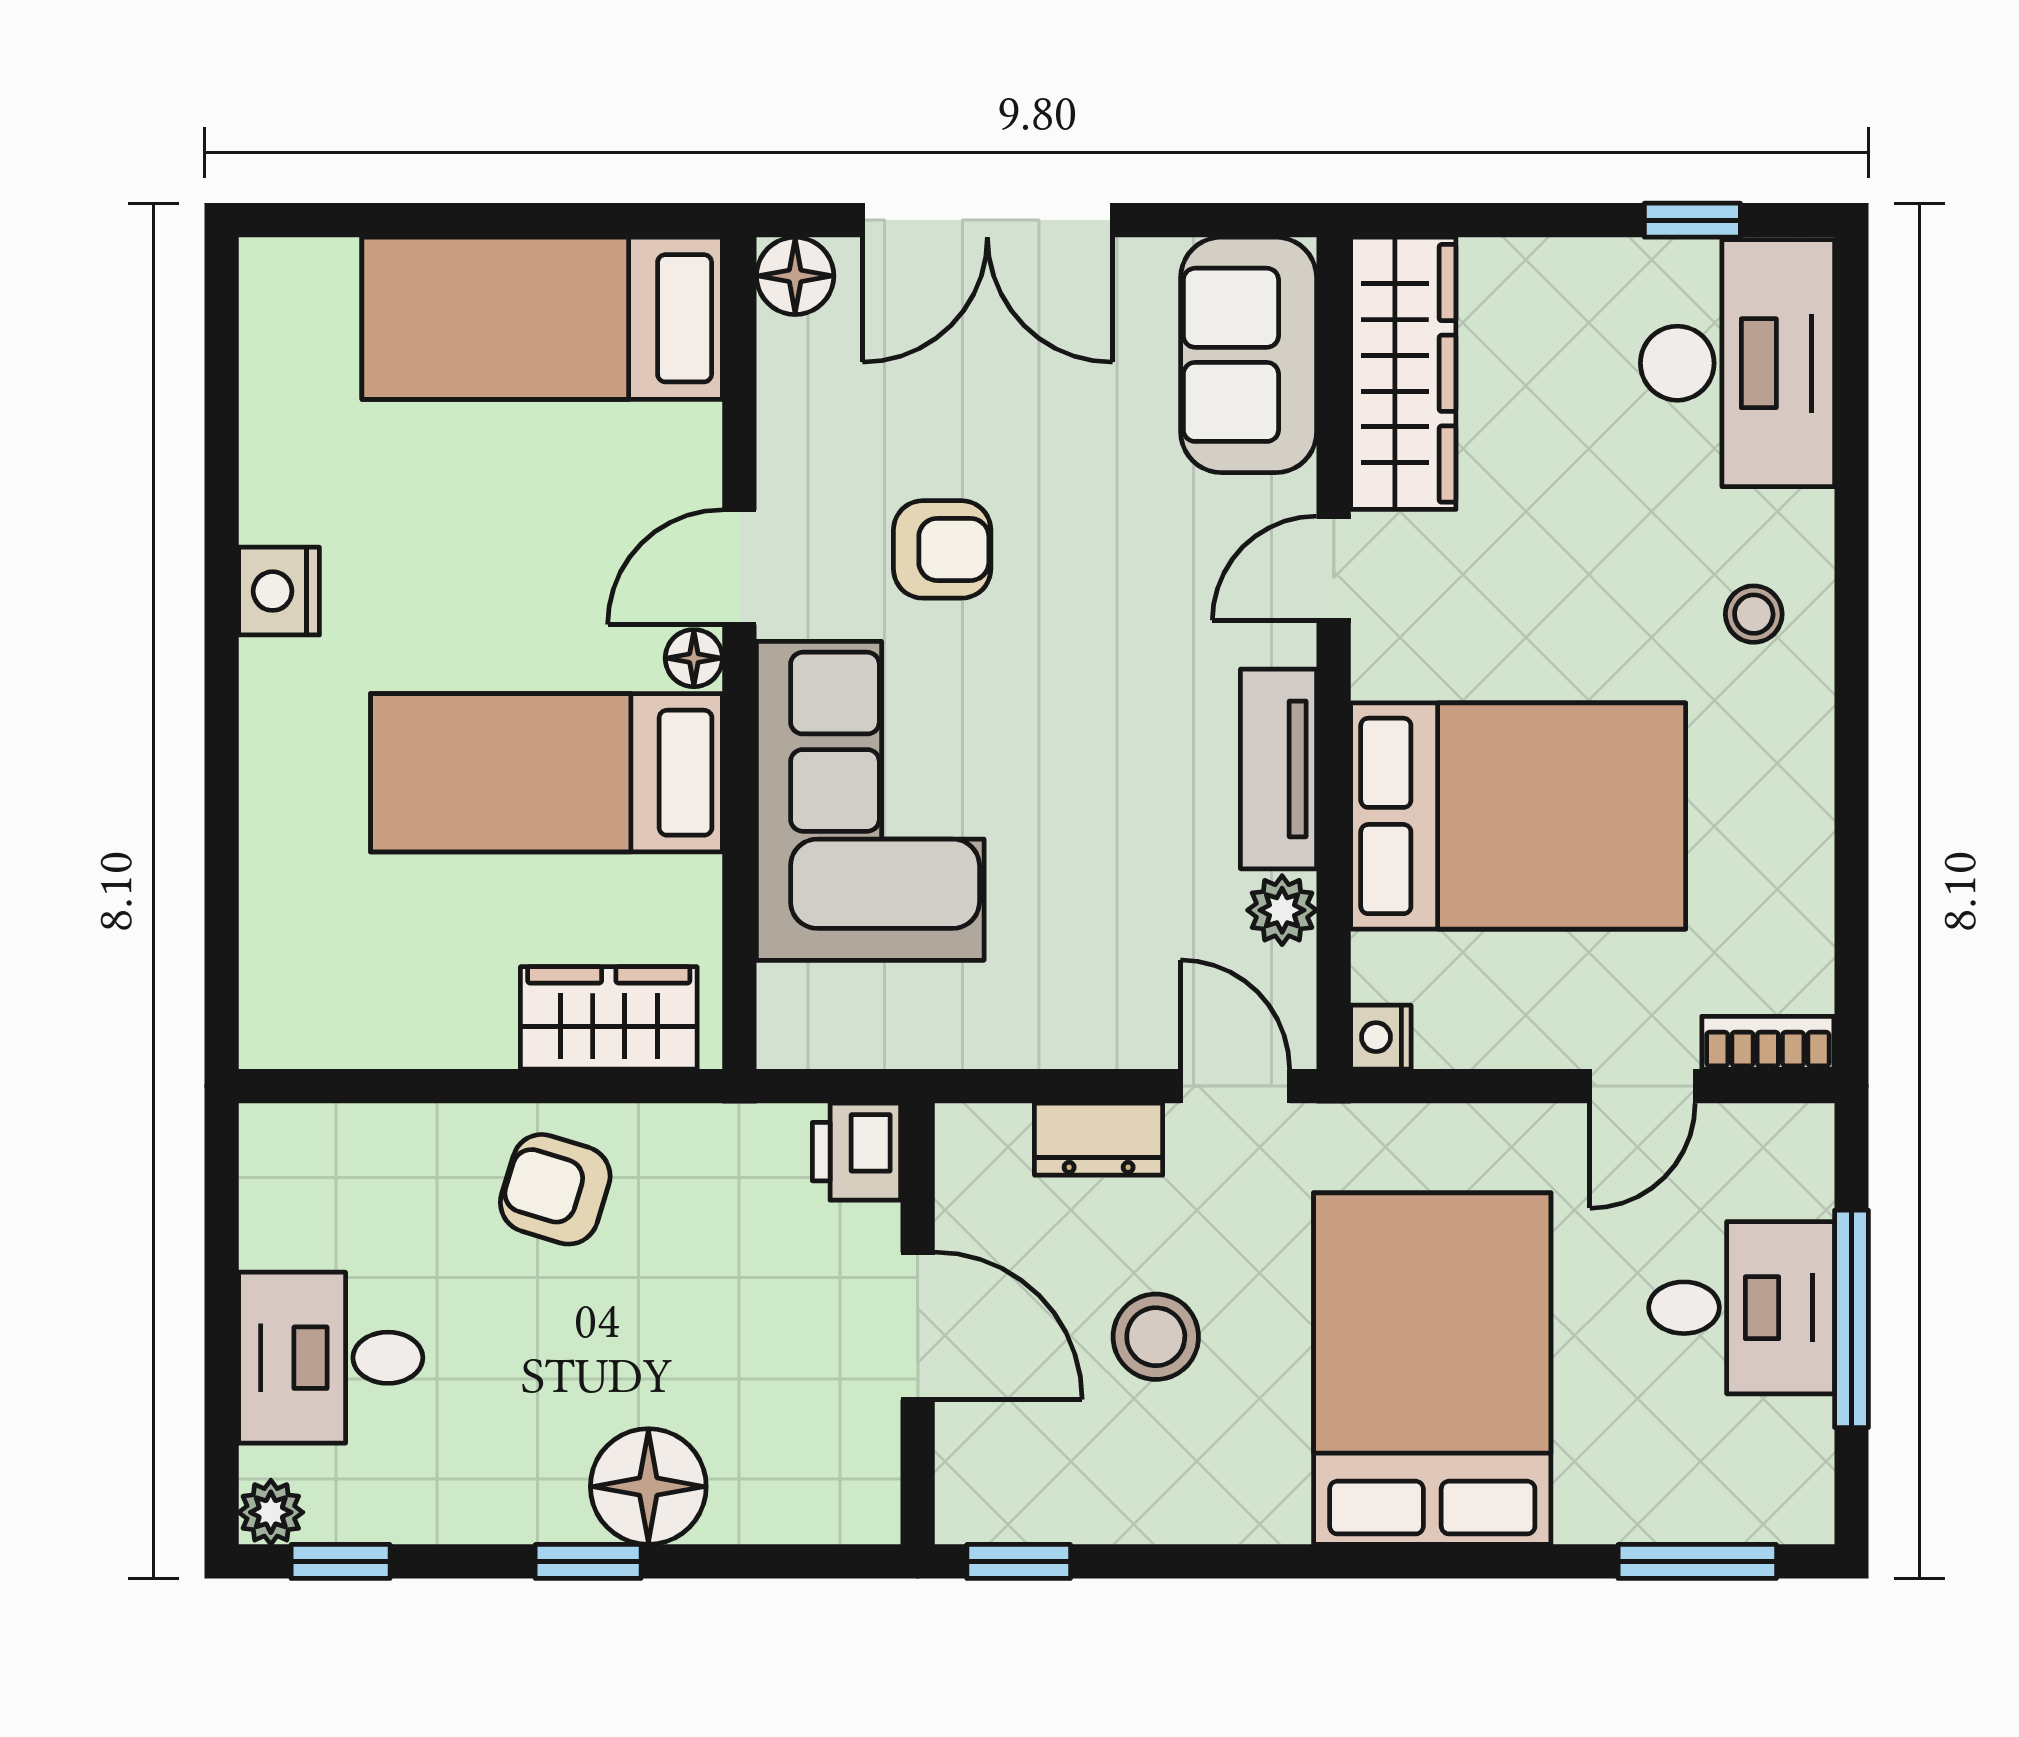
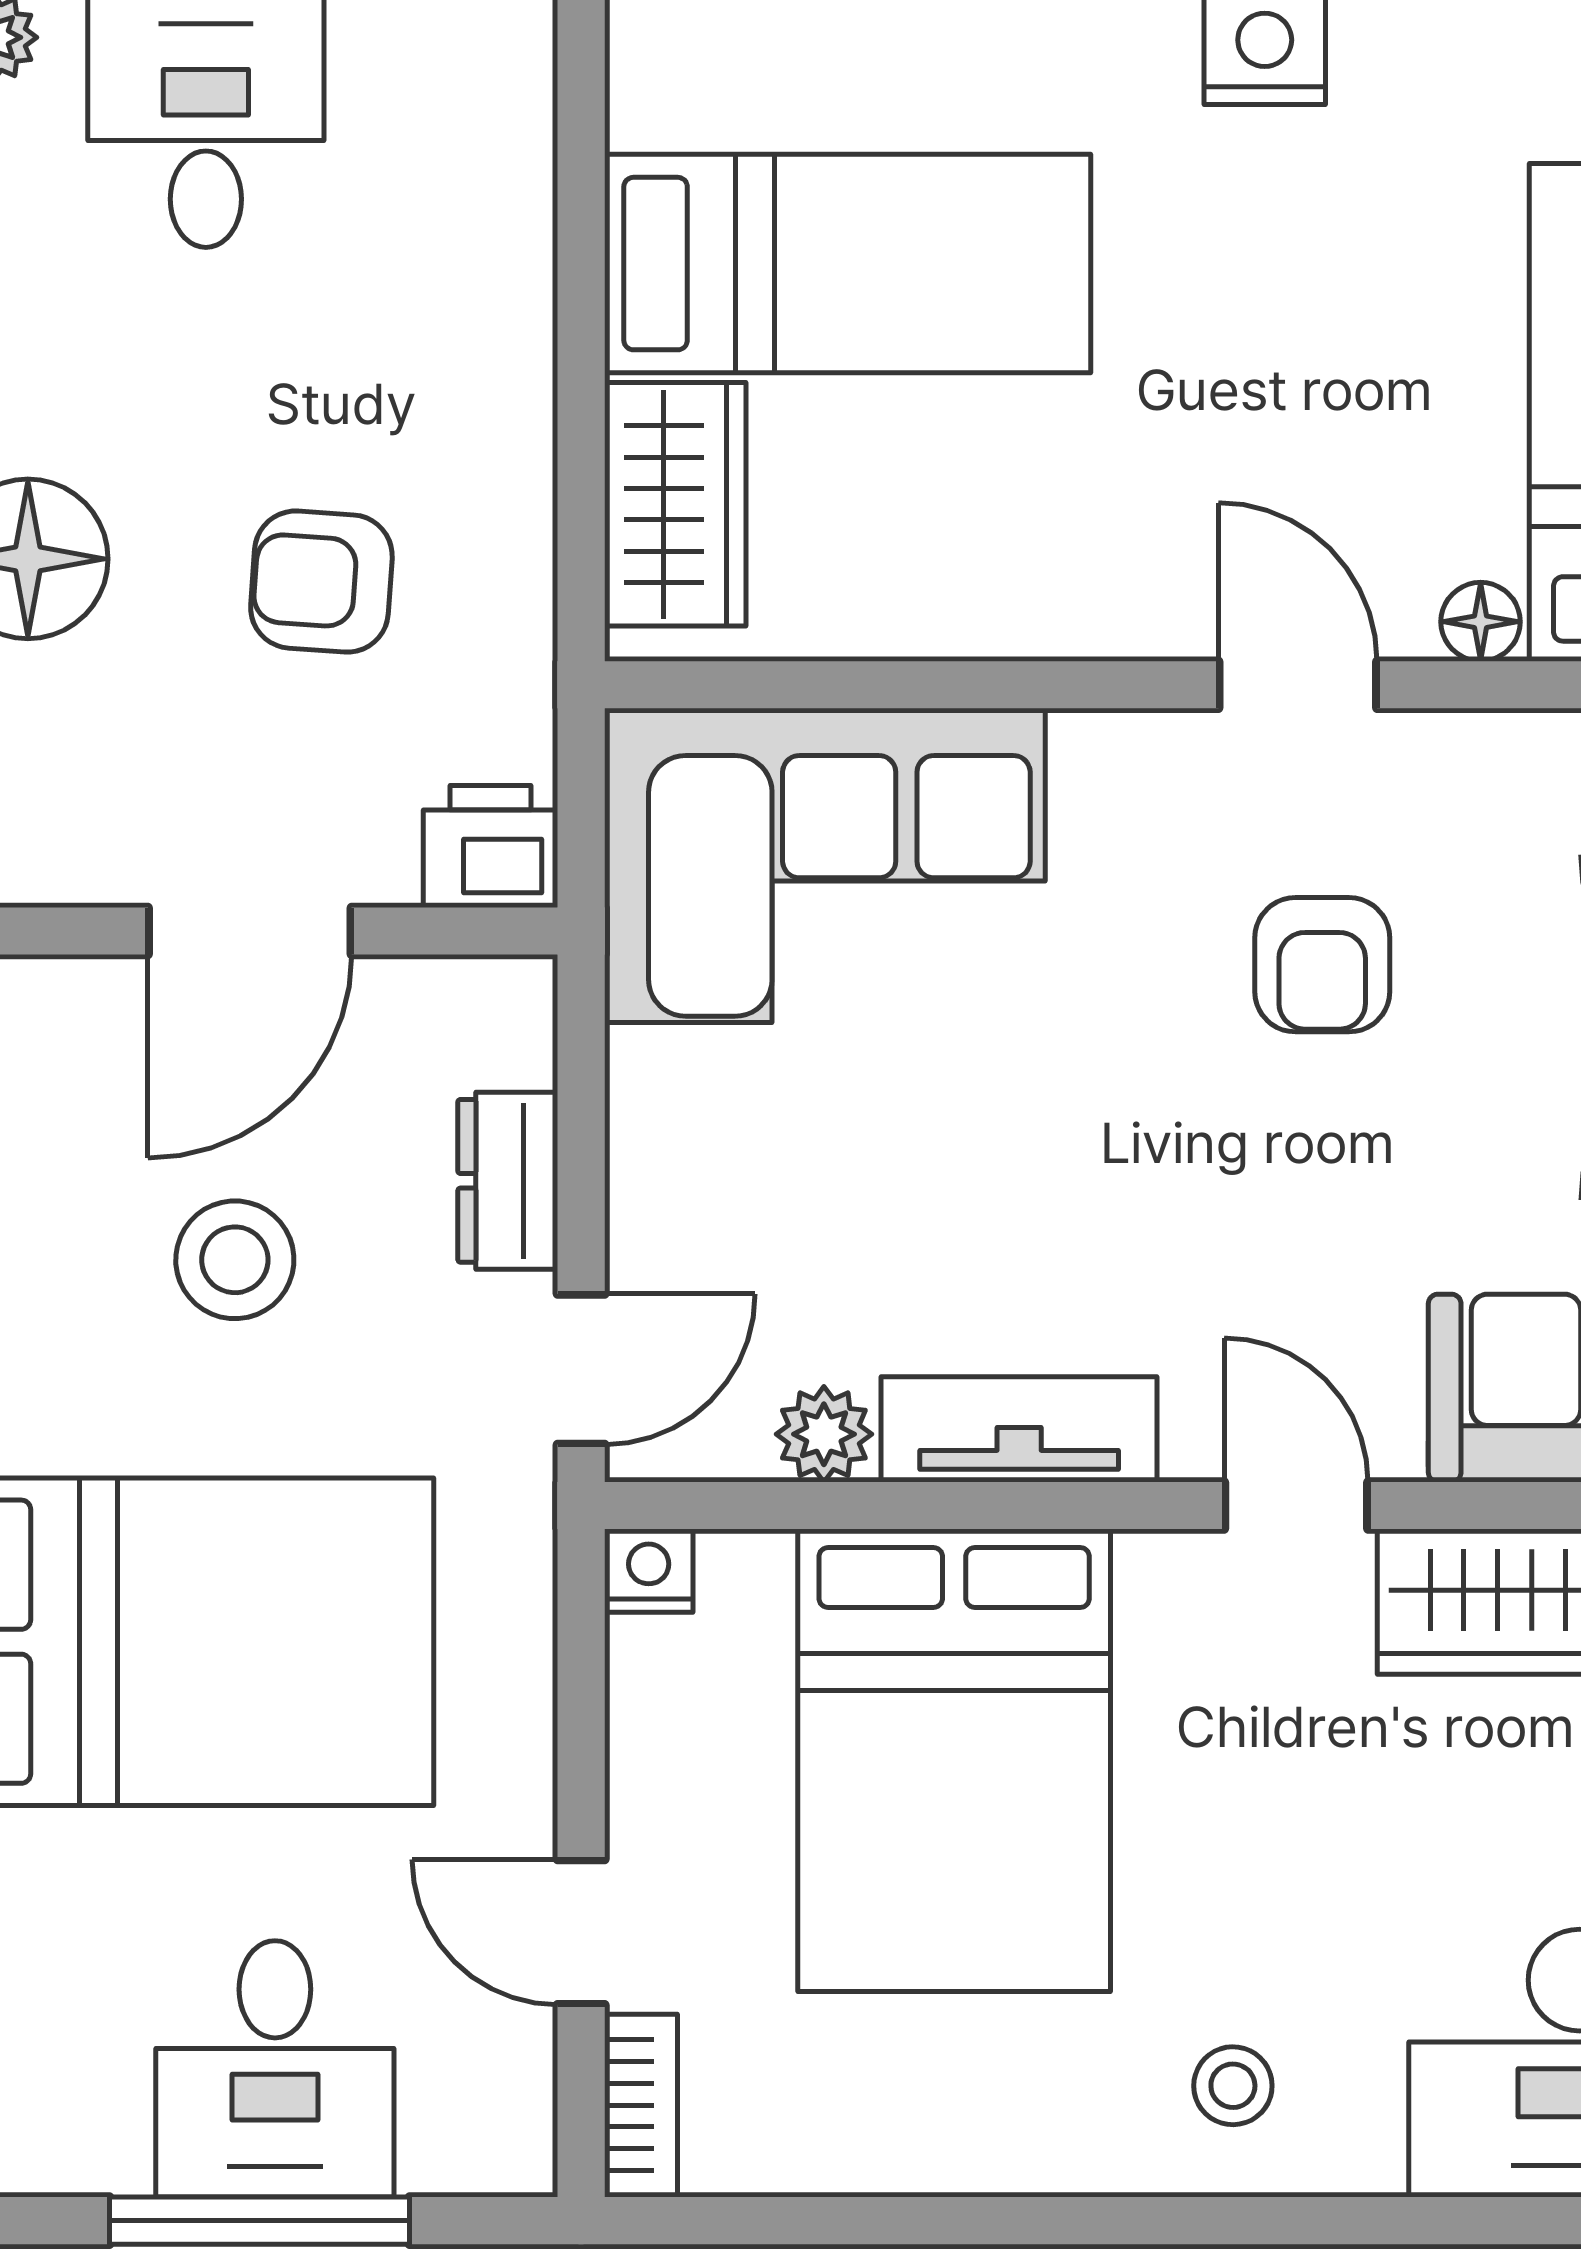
floor lamp: (694, 658) -> (1481, 622), moved
bed: (547, 773) -> (848, 264), moved, turned 90
corner sofa: (870, 801) -> (825, 865), moved
armchair: (555, 1189) -> (321, 582), moved, turned -103

